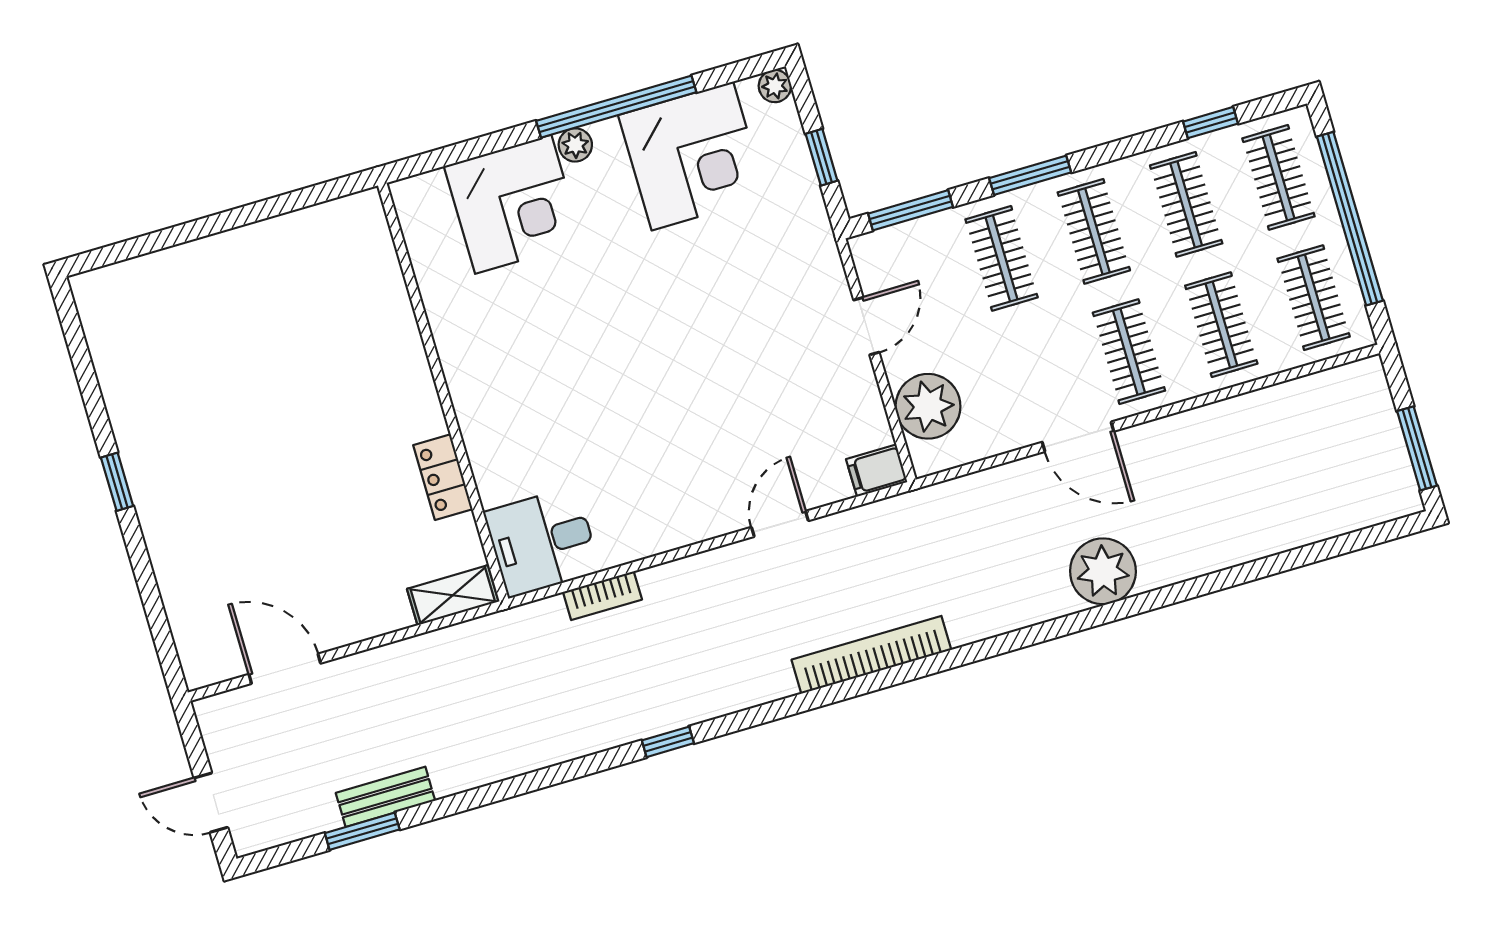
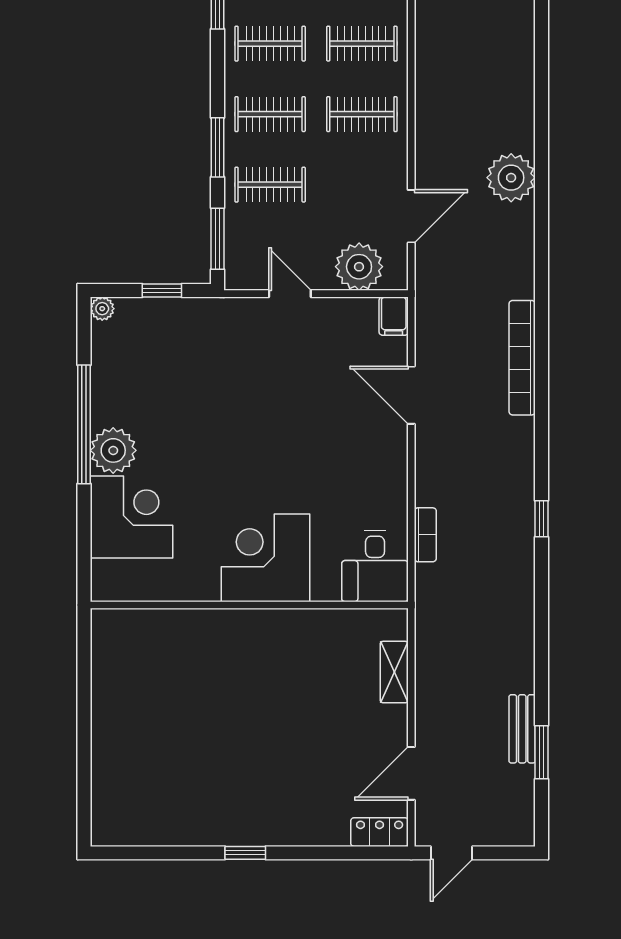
plant: (575, 145) -> (113, 450), width x1.87, depth x1.87
corner desk: (692, 156) -> (266, 558), moved, turned -90
door: (1078, 437) -> (411, 216), moved
locker: (443, 477) -> (380, 832), moved, turned 180
door: (780, 524) -> (411, 395), width x1.38
shelving: (453, 595) -> (394, 672), moved
door: (211, 803) -> (451, 853), moved

